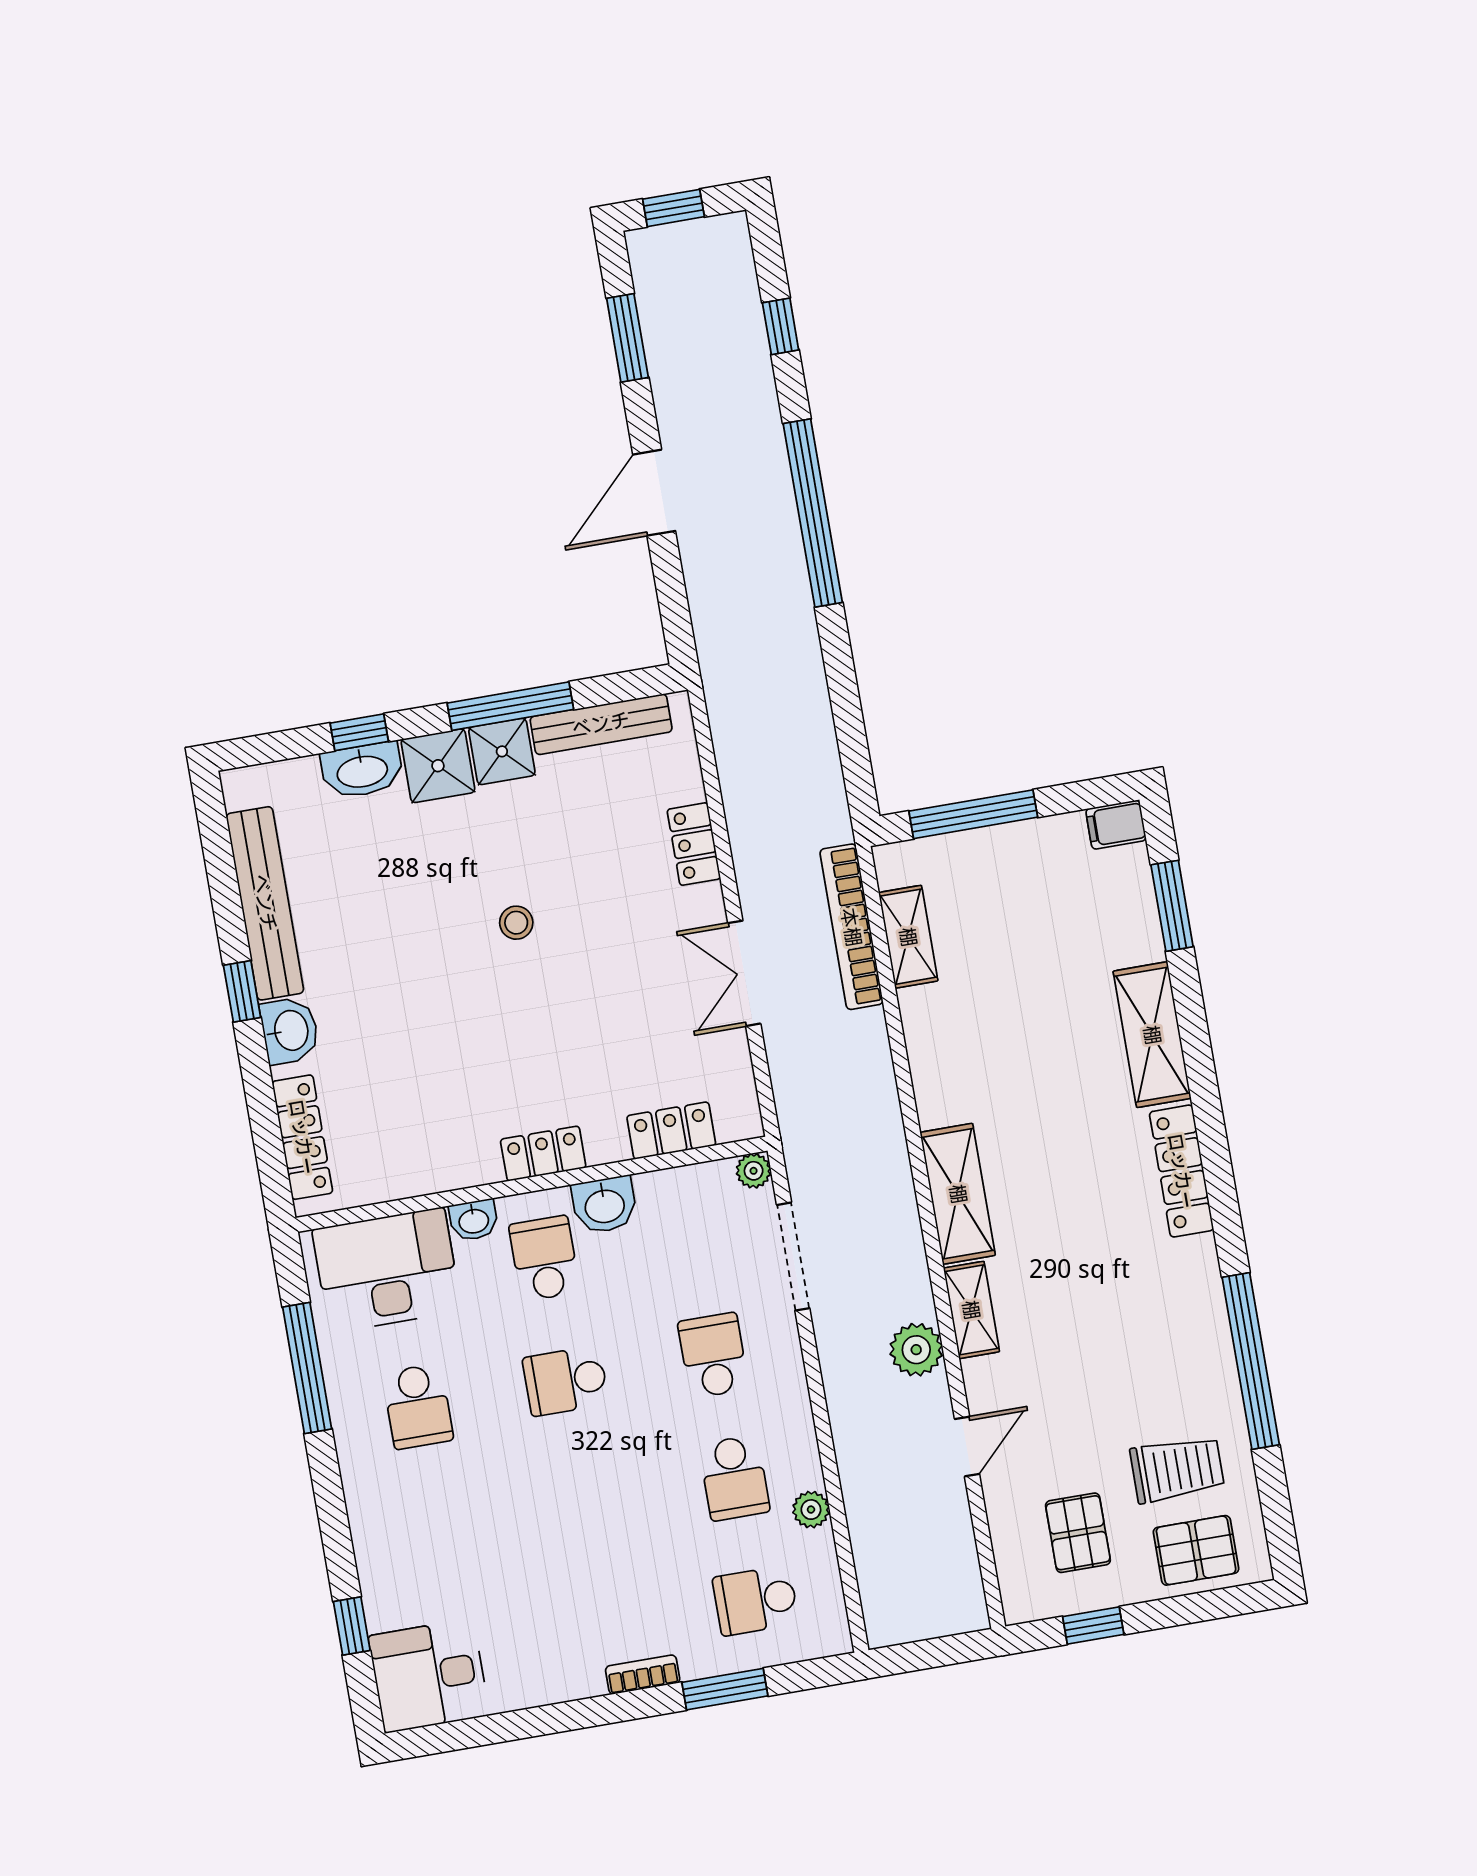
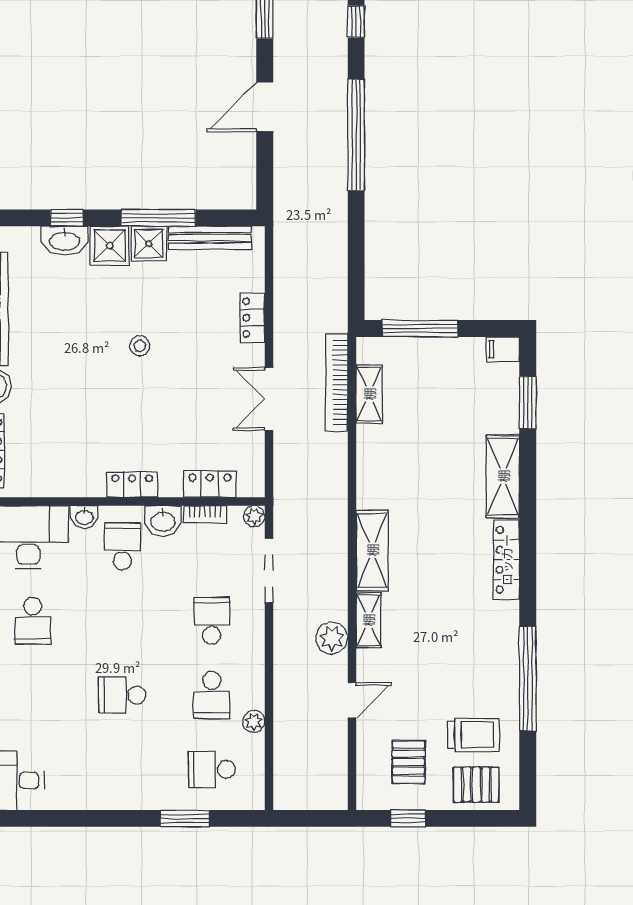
school desk: (566, 1381) -> (122, 695), moved
bookcase: (643, 1675) -> (205, 514), moved, turned 180

